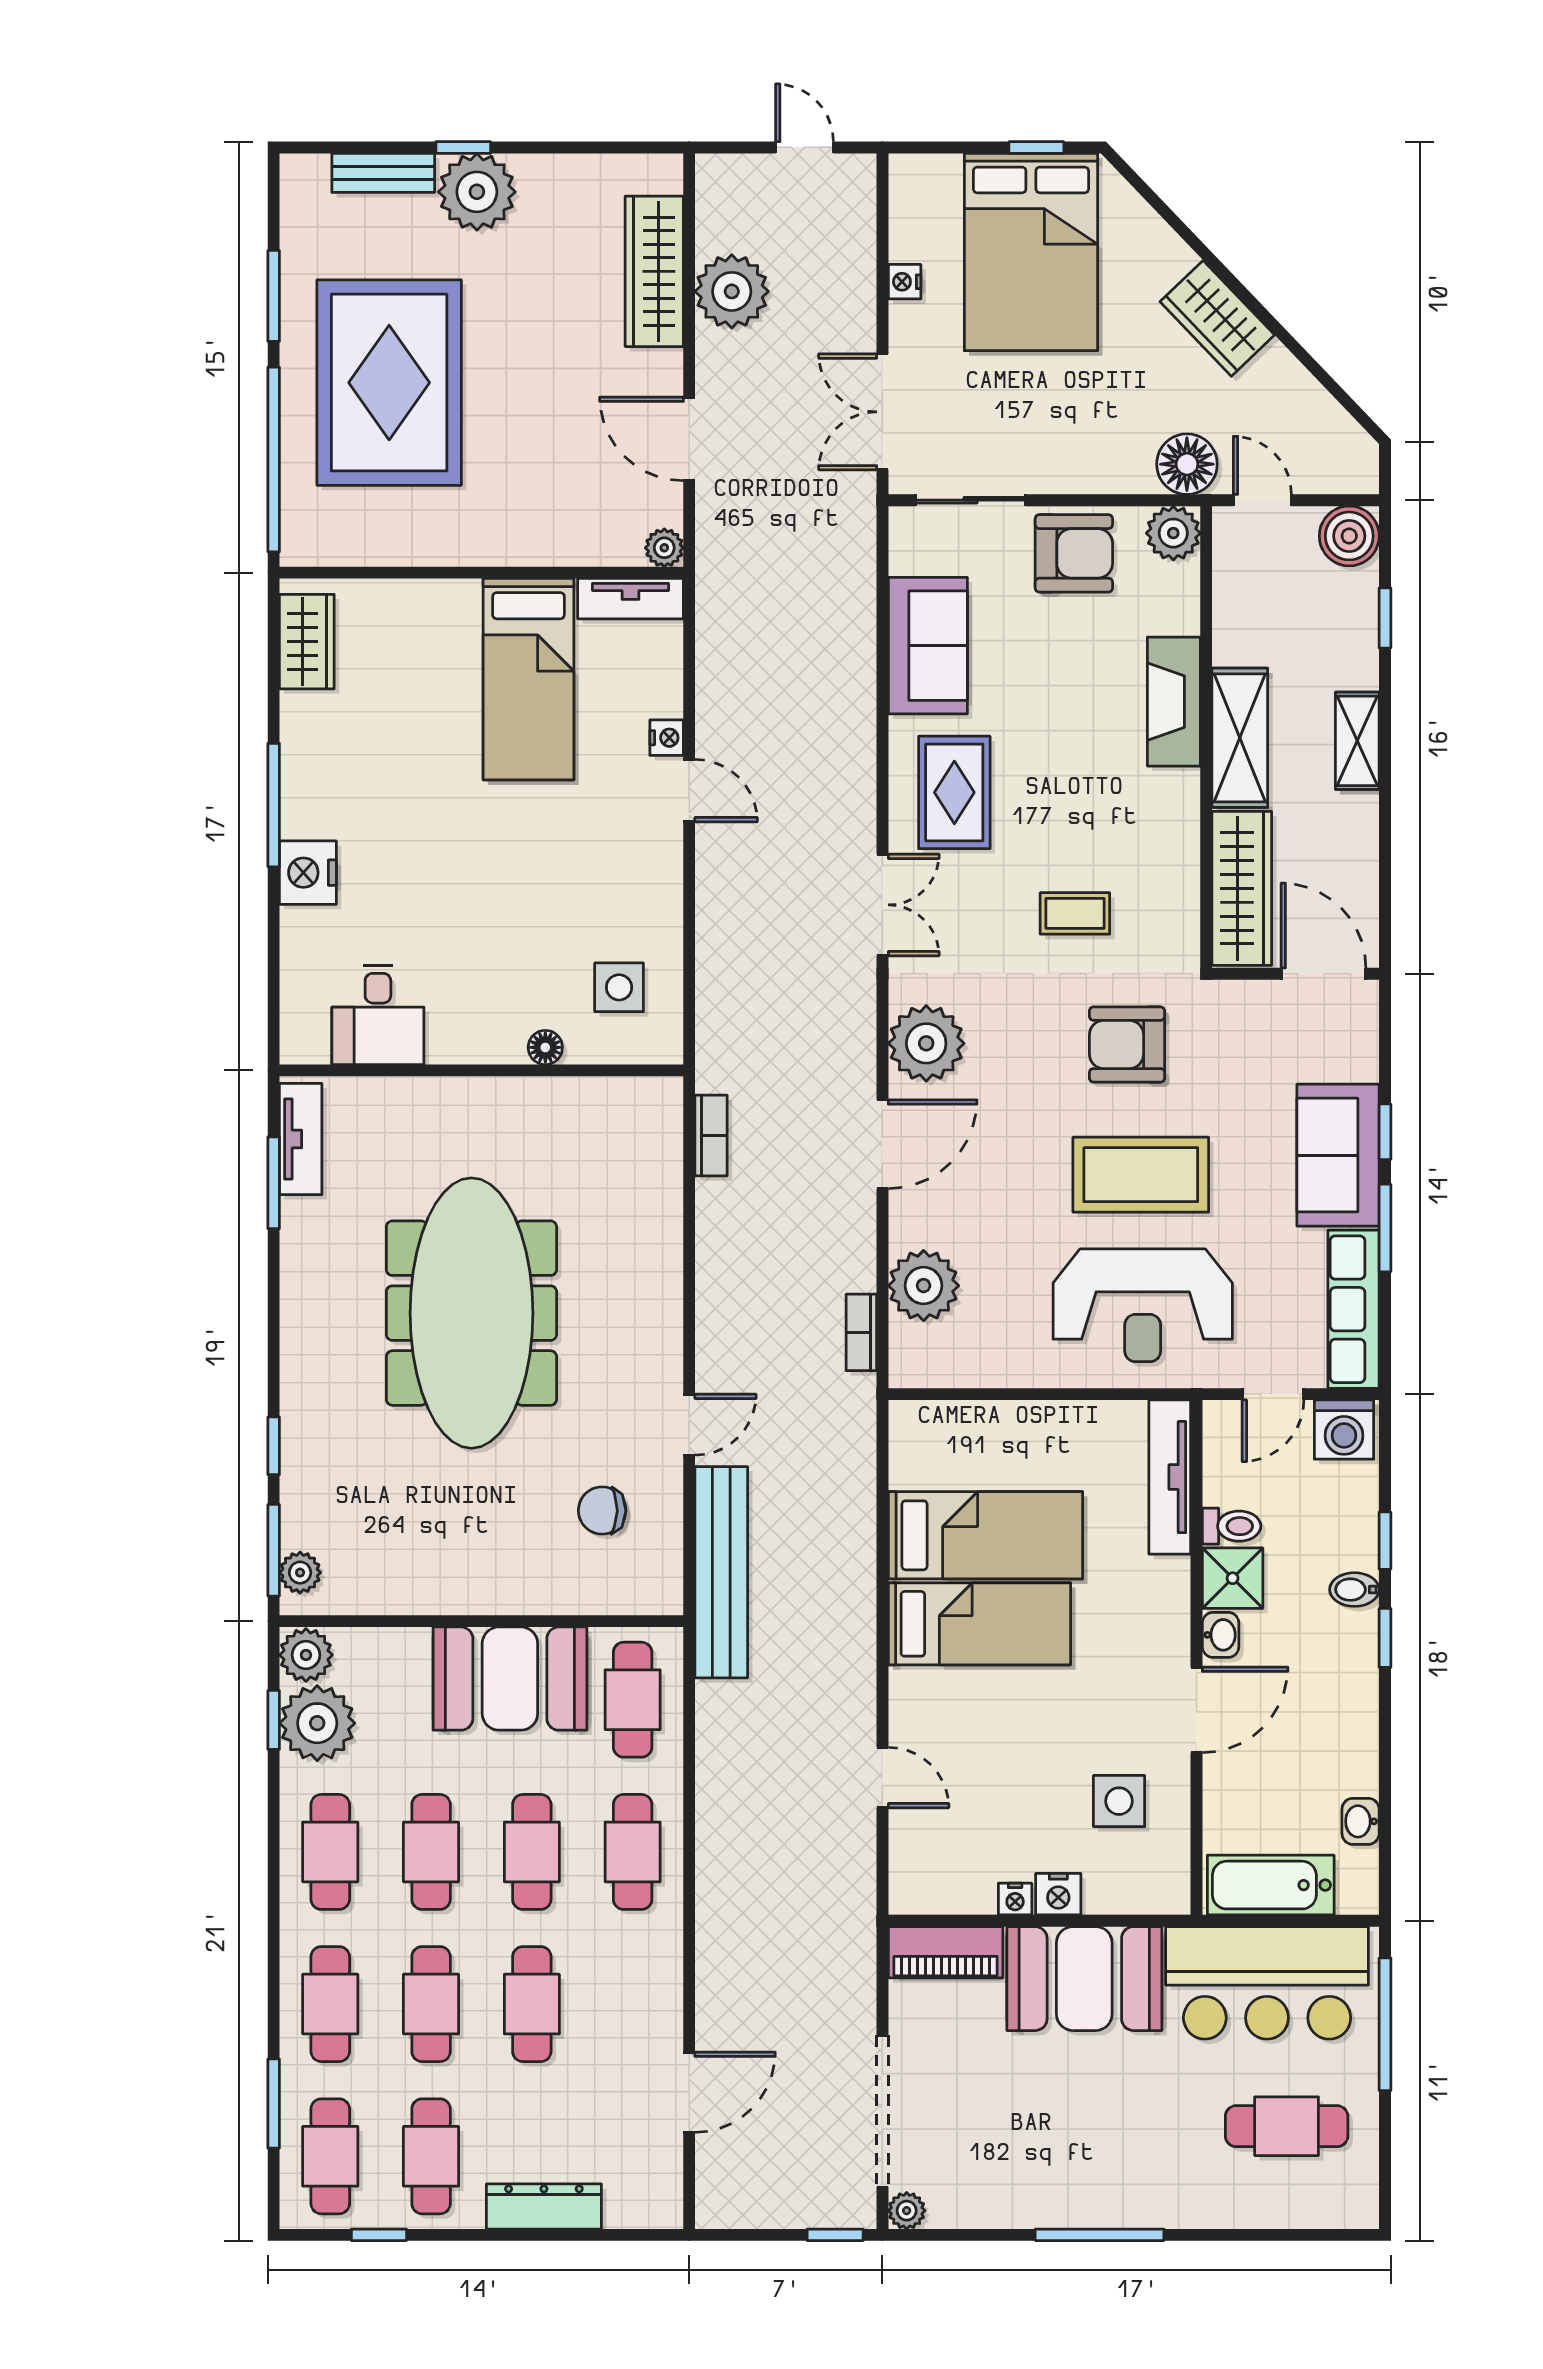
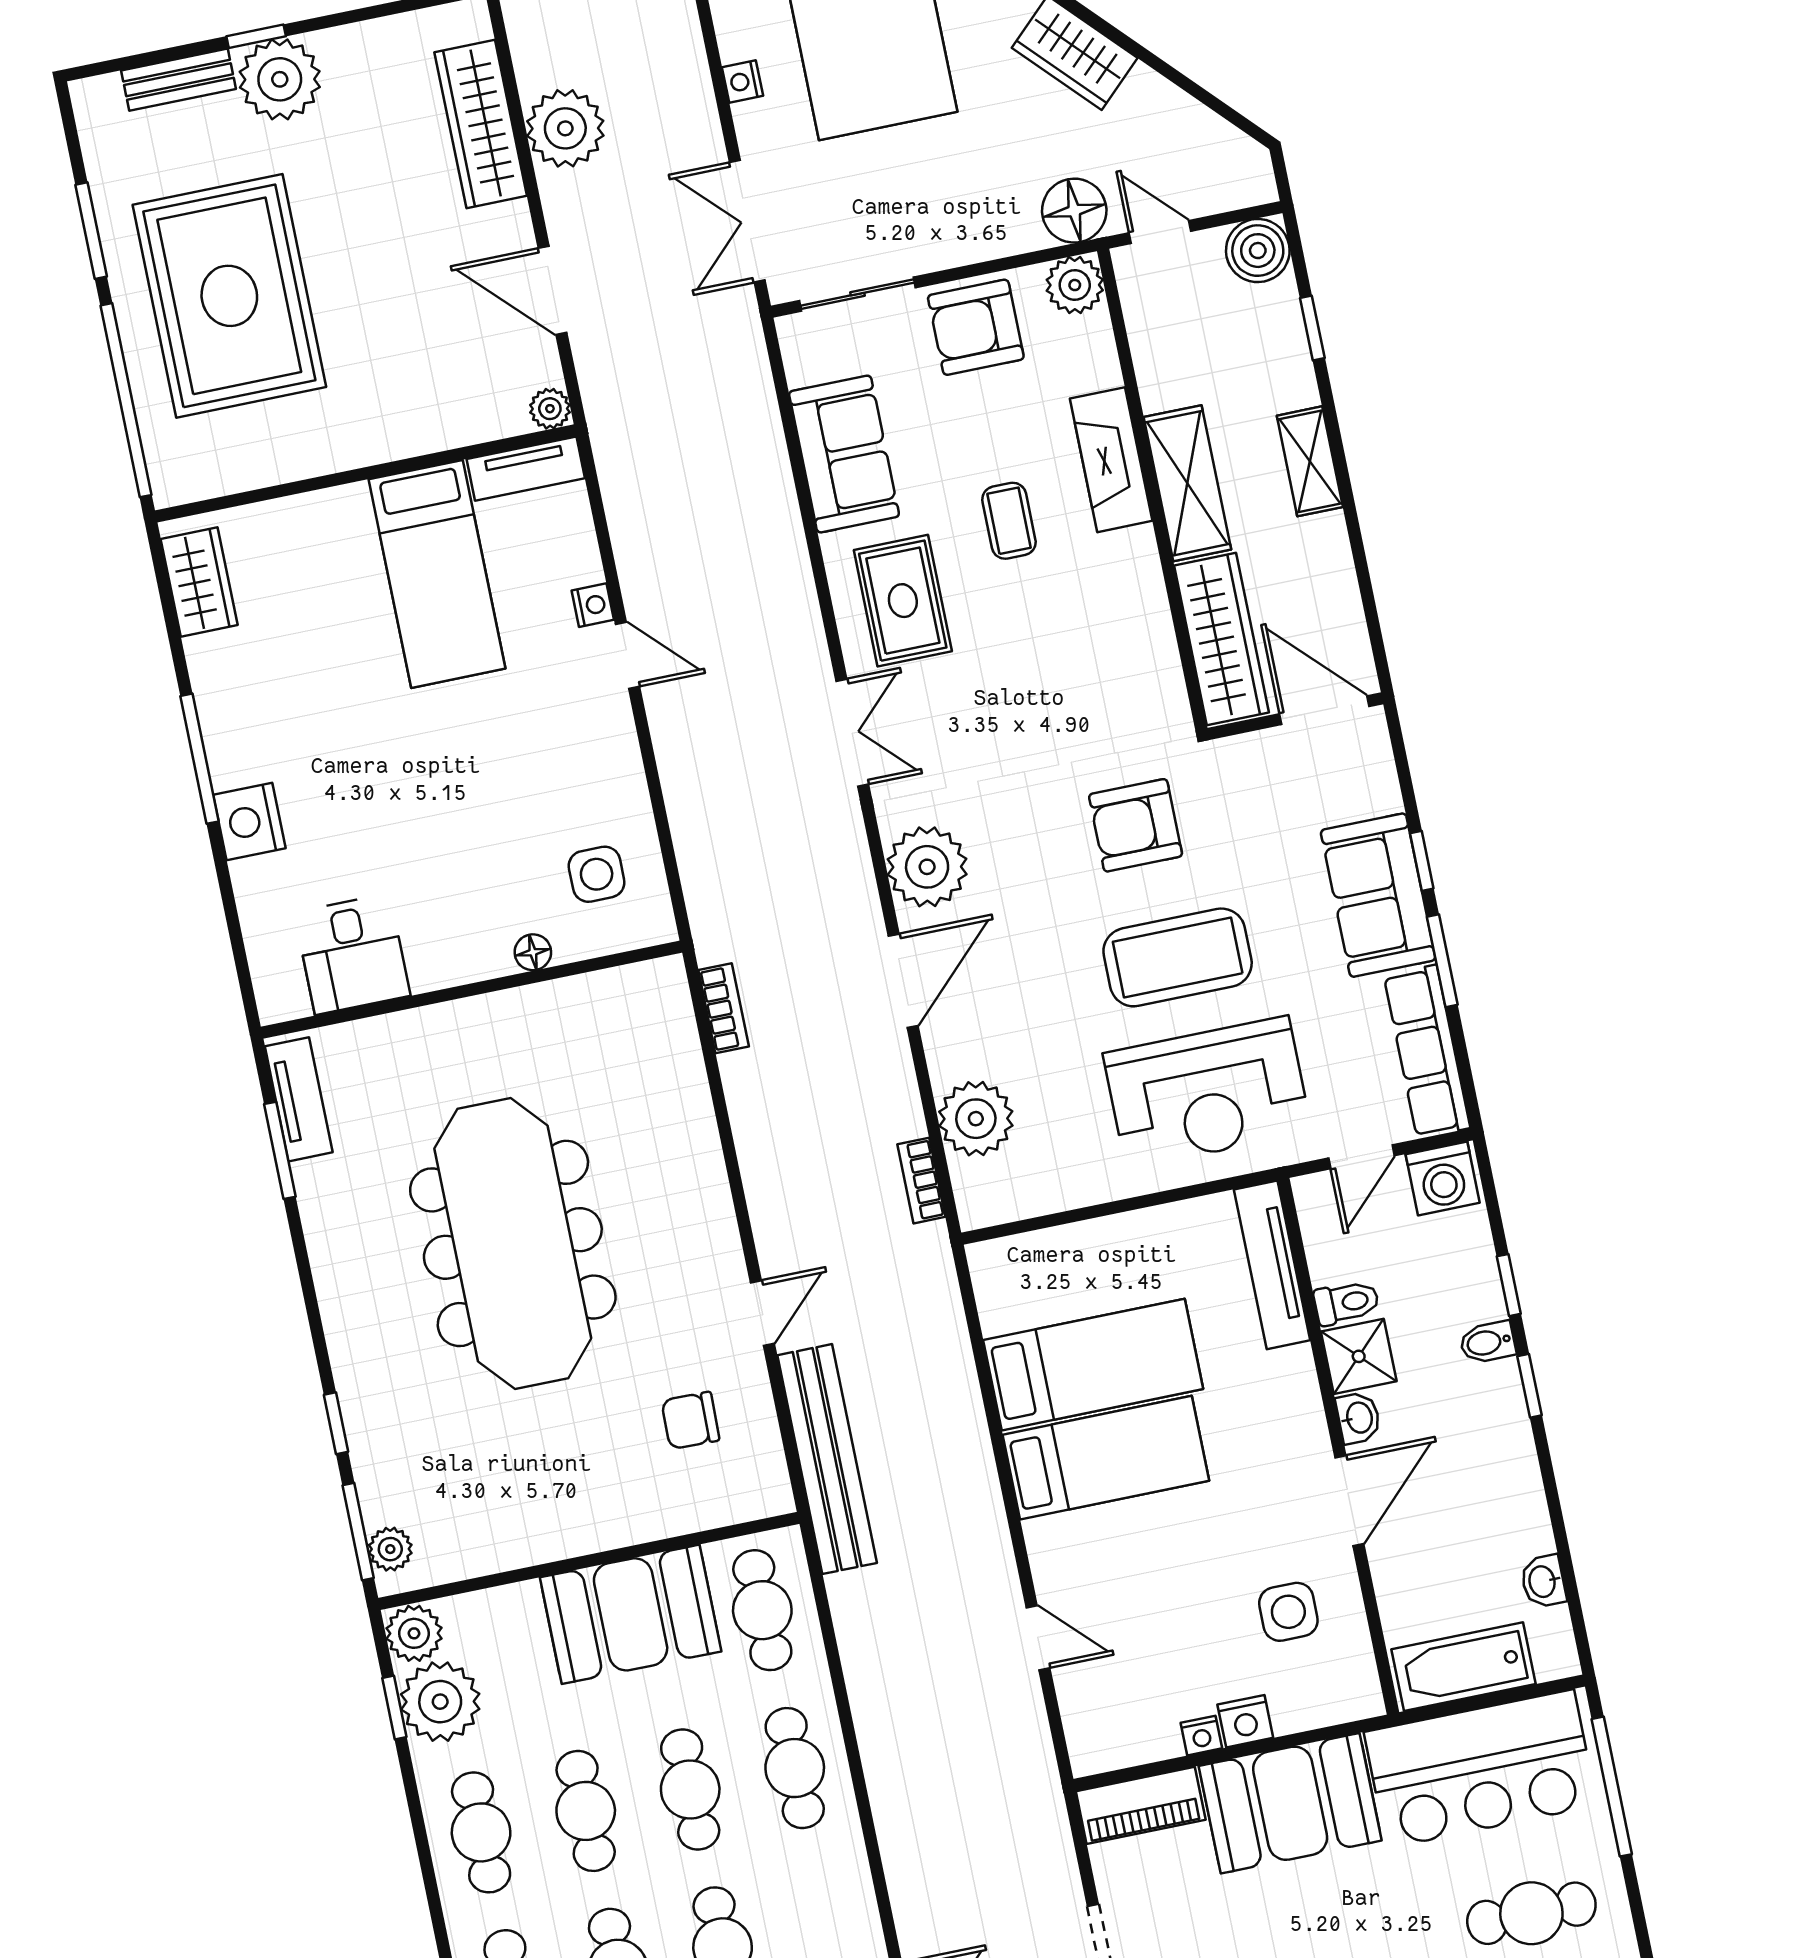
armchair: (1074, 553) -> (976, 327), turned 180
coffee table: (1075, 913) -> (1009, 521), moved, turned 90

